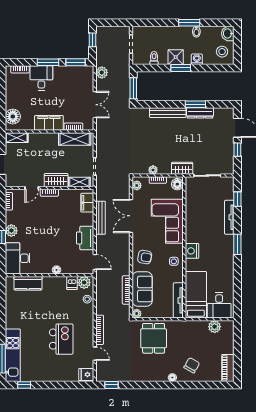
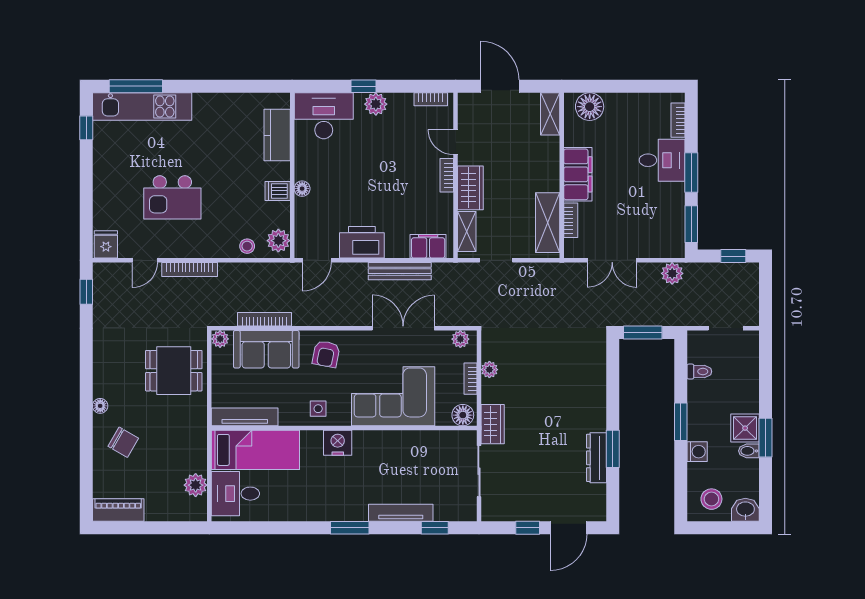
shower: (176, 57) -> (745, 428), moved
bench: (168, 113) -> (597, 397), removed
dishwasher: (72, 283) -> (278, 191), moved

